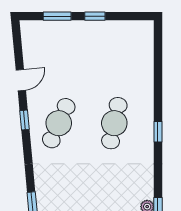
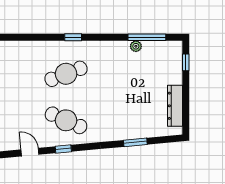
cafe table: (114, 123) -> (66, 74), turned -33

